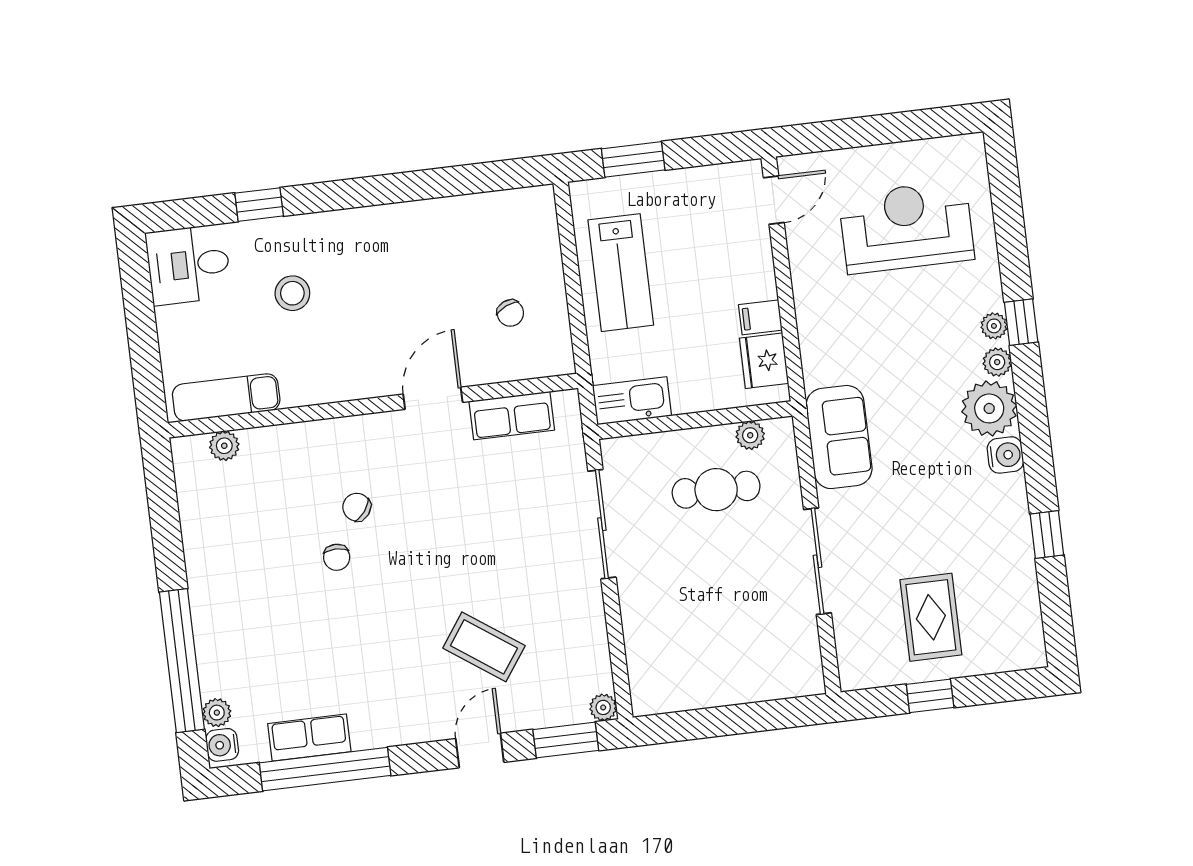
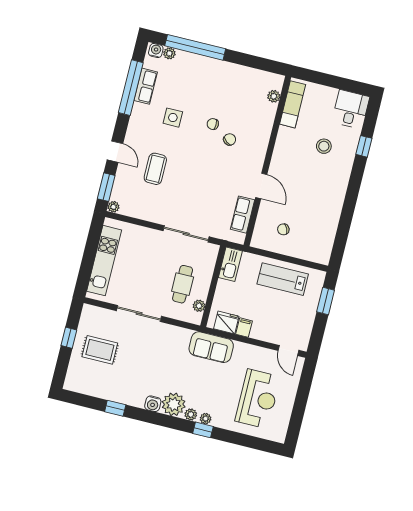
sofa: (839, 437) -> (211, 347), moved
coffee table: (484, 647) -> (155, 169), turned -35
side table: (356, 651) -> (173, 118), added
kitchen unit: (730, 683) -> (104, 261), added

